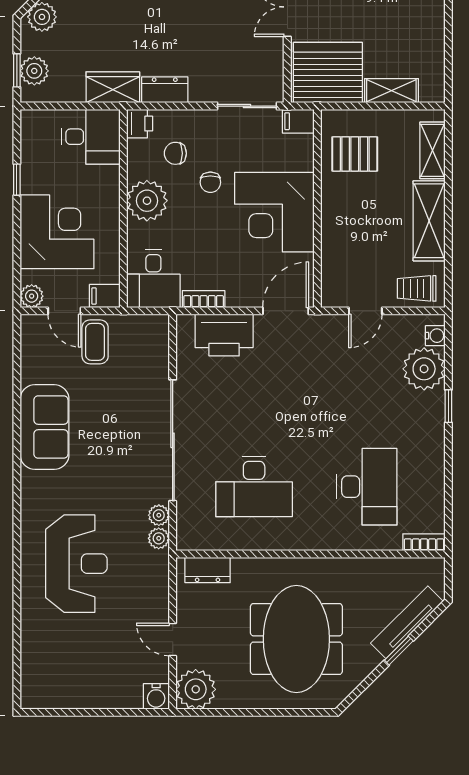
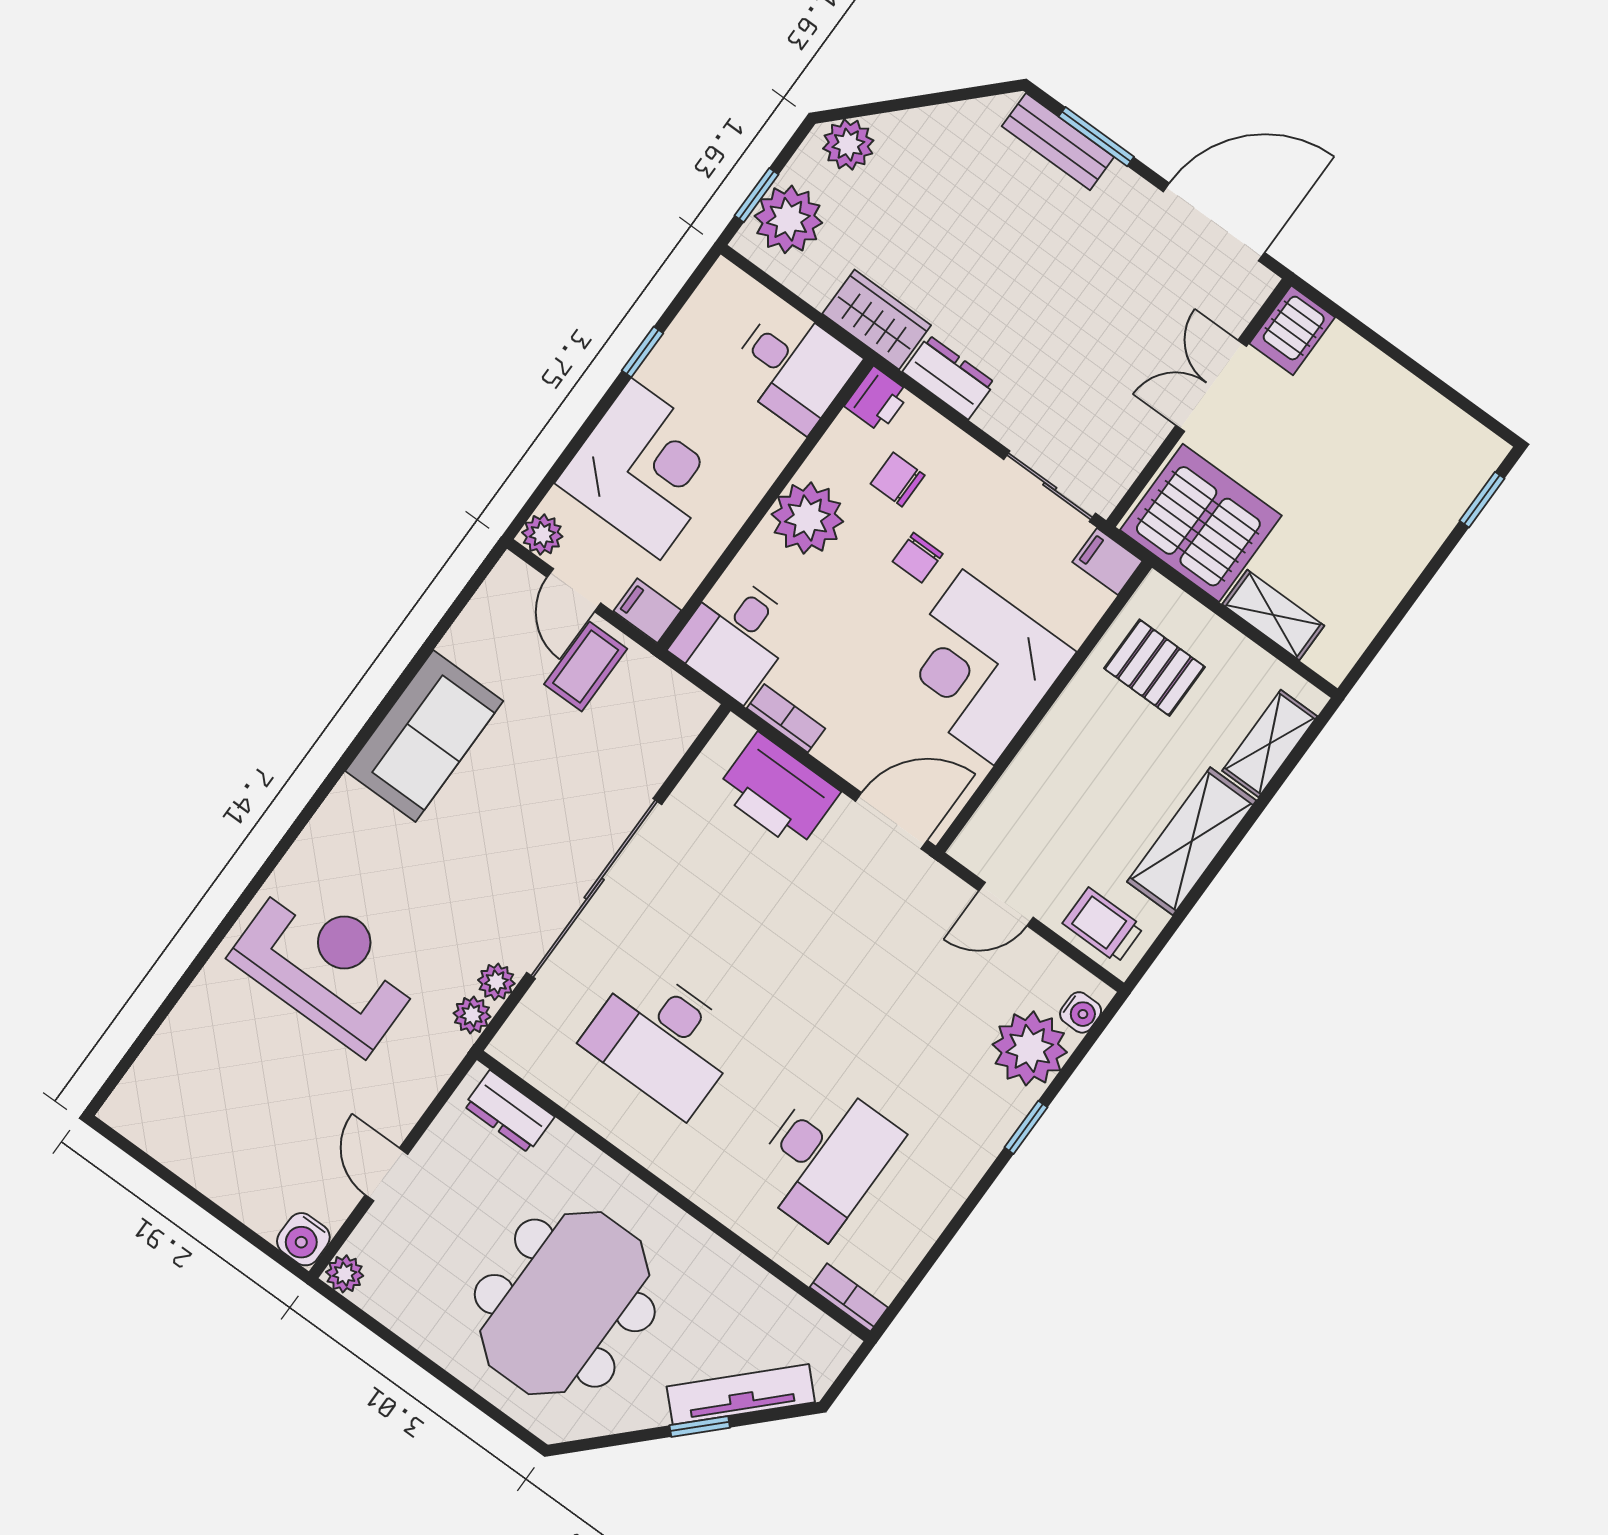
plant: (34, 71) -> (788, 219), width x1.36, depth x1.36
reception desk: (76, 564) -> (328, 965), turned -90
plant: (196, 689) -> (345, 1274), width x0.53, depth x0.53

